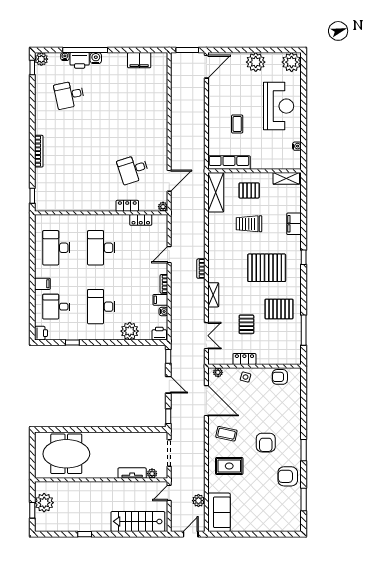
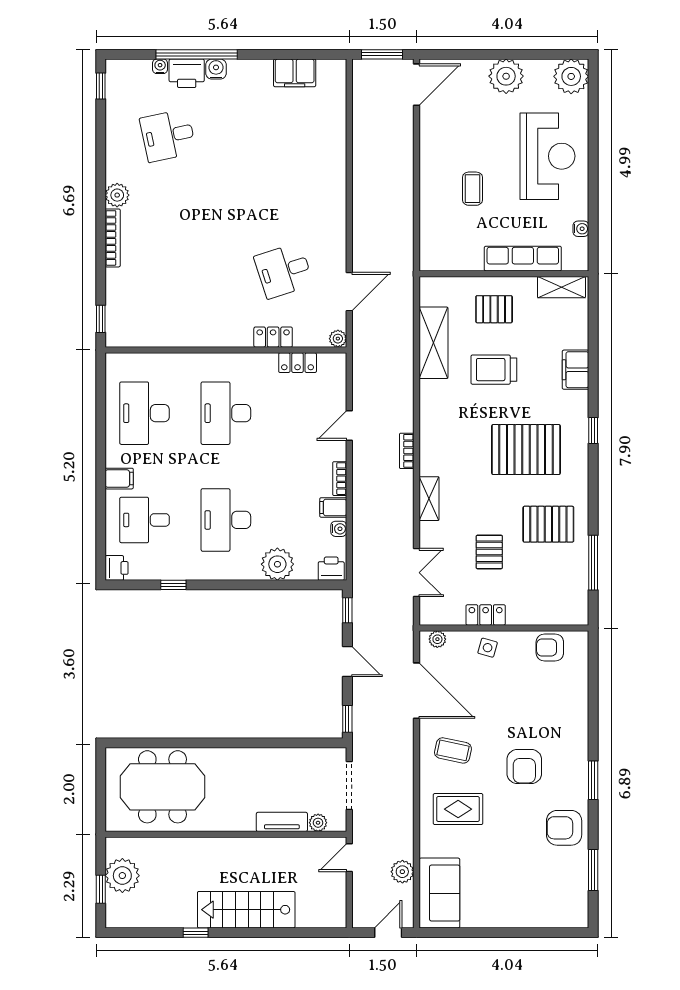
plant: (41, 59) -> (117, 195), moved
row of seats: (229, 163) -> (523, 259), moved
shelving: (216, 192) -> (434, 343), moved
stairs: (138, 521) -> (246, 910), moved

